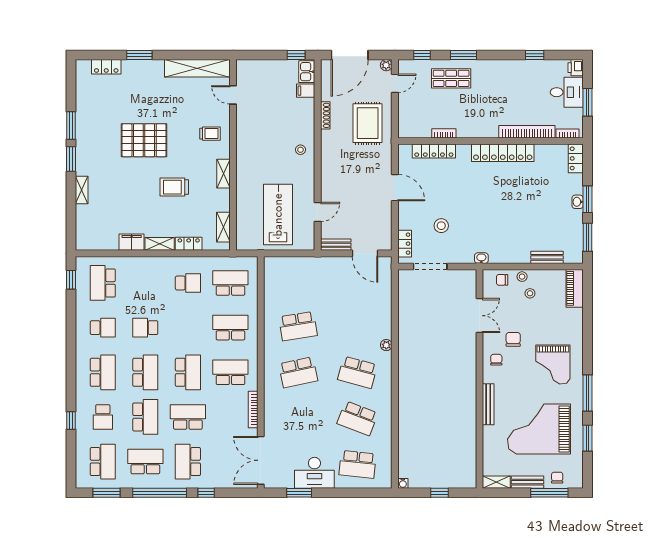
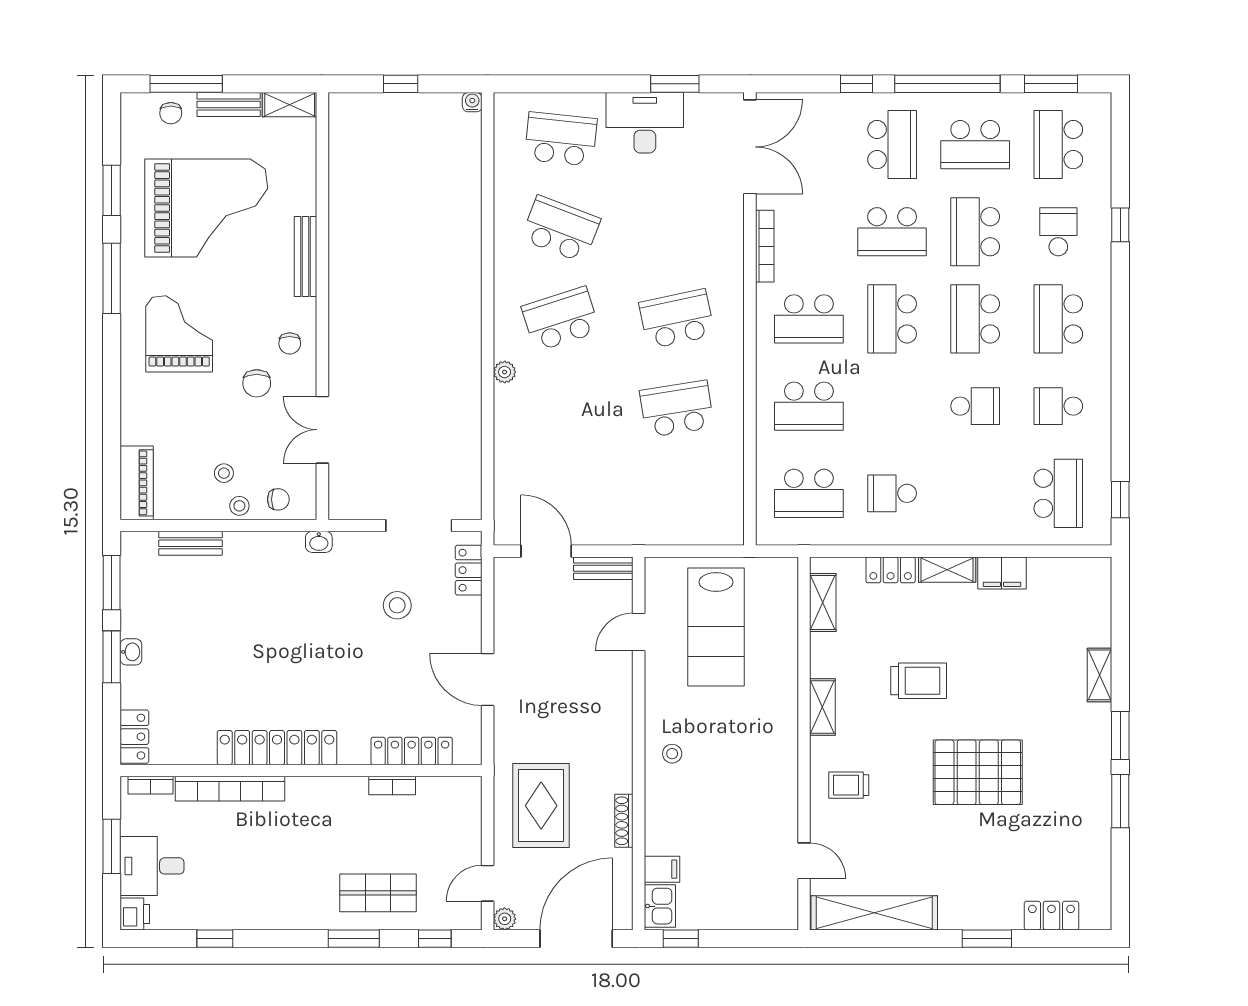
school desk: (358, 372) -> (561, 319), turned -33

